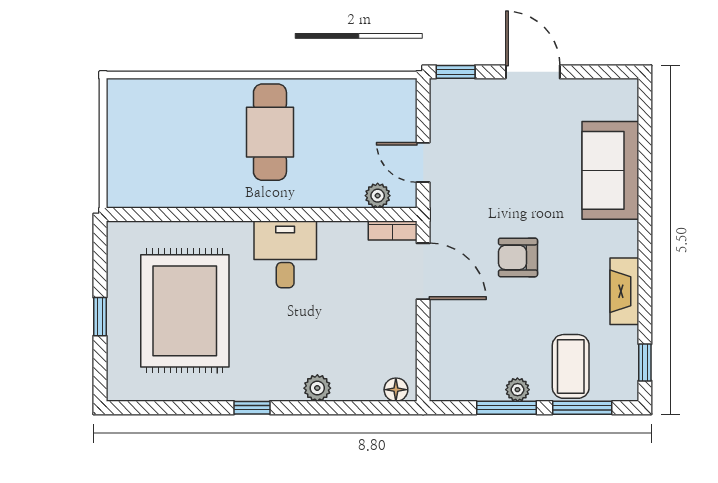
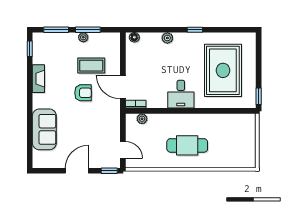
door: (533, 72) -> (77, 171), swing flipped
cafe table: (270, 132) -> (187, 145), turned 90
door: (423, 162) -> (123, 150), moved
window: (100, 317) -> (259, 96), moved
coffee table: (571, 366) -> (91, 66), moved, turned 90

